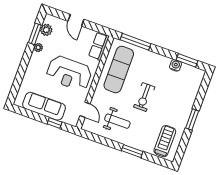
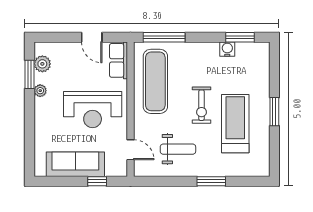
door: (76, 20) -> (92, 37), moved
treadmill: (165, 141) -> (235, 124), moved, width x1.37, depth x1.38

